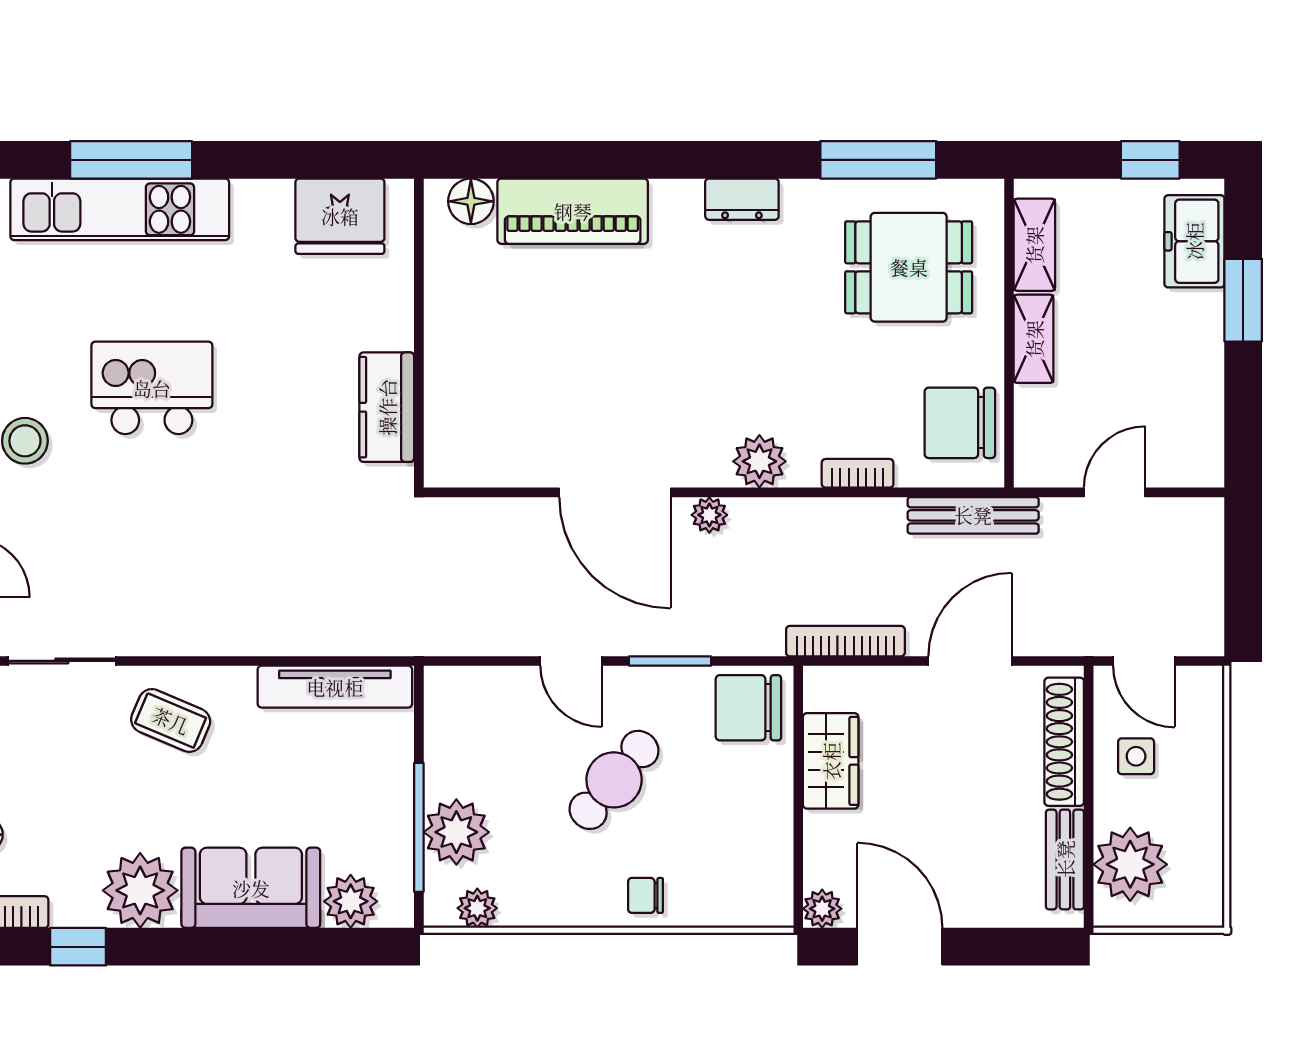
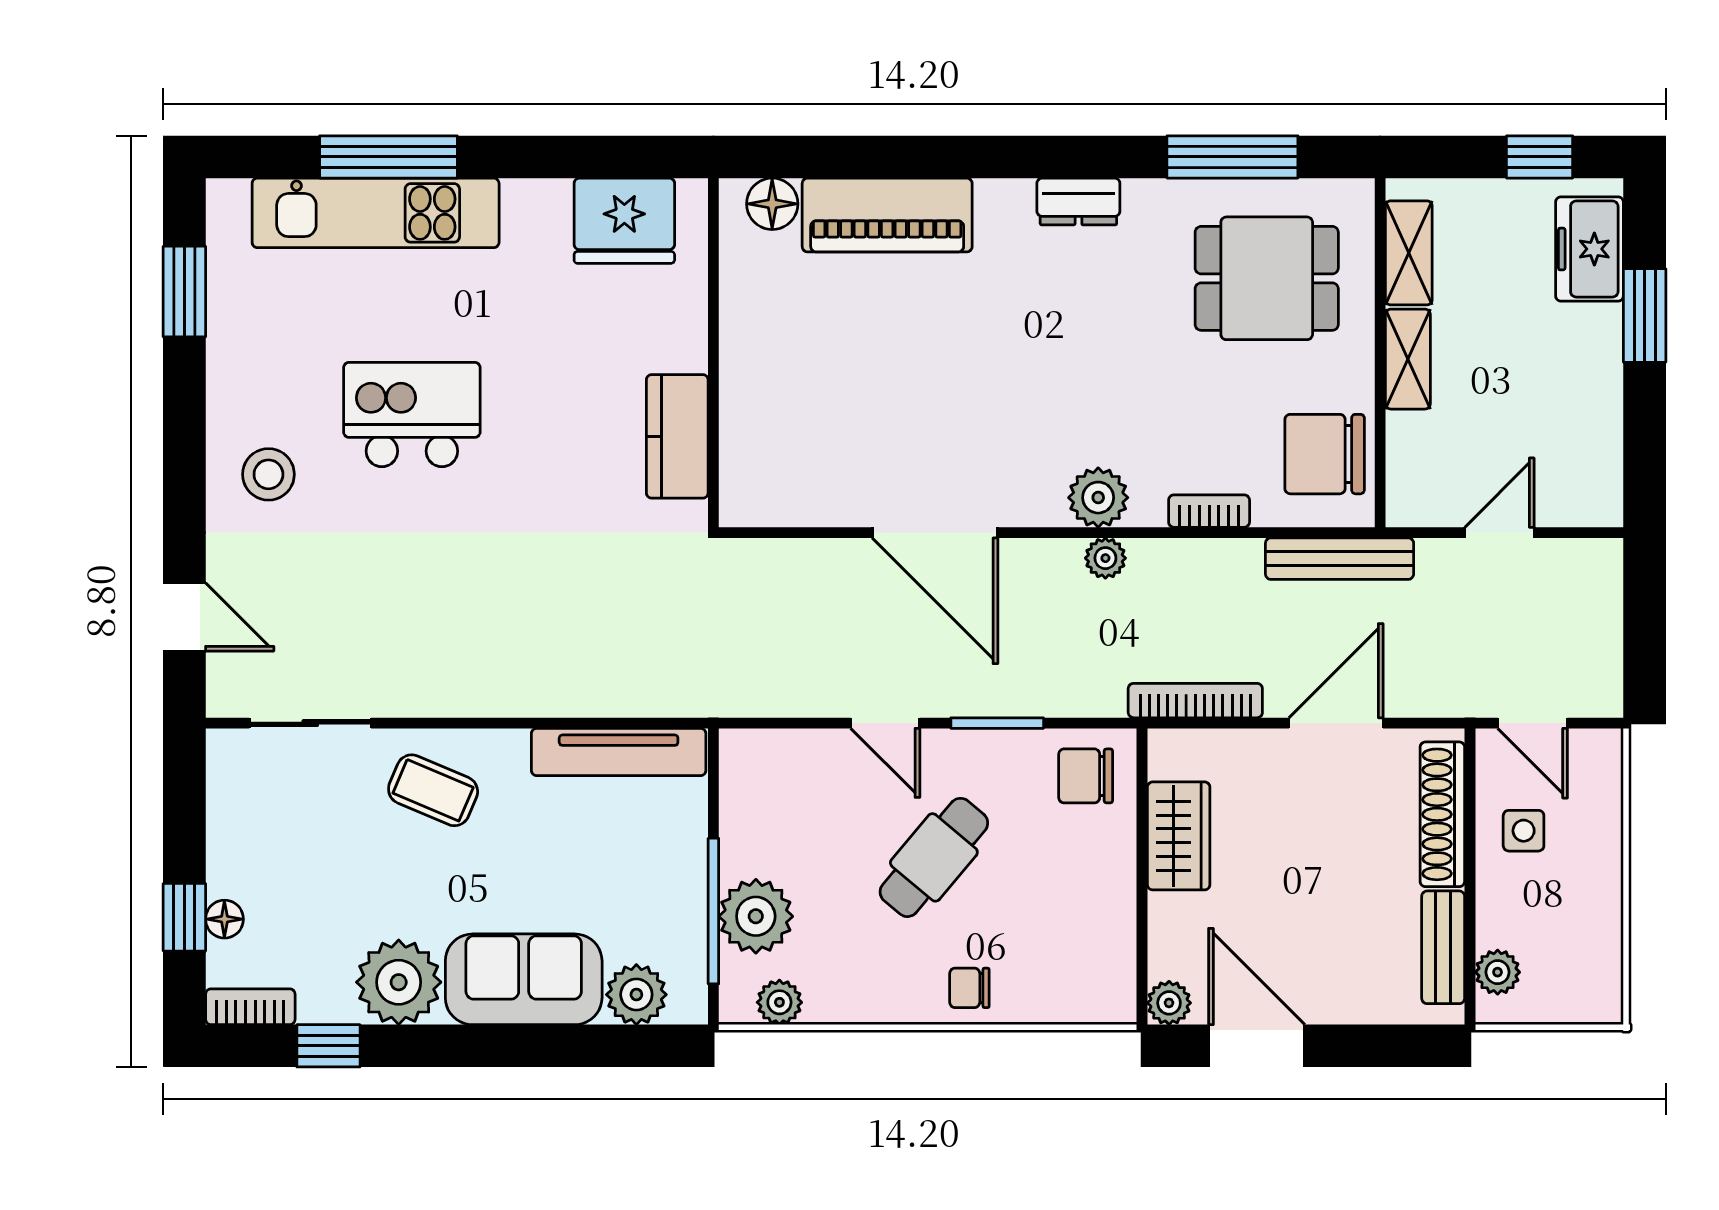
plant: (709, 515) -> (1105, 558), moved
chair: (748, 708) -> (1086, 776), width x0.73, depth x0.73
plant: (1130, 864) -> (1498, 972), width x0.53, depth x0.53

